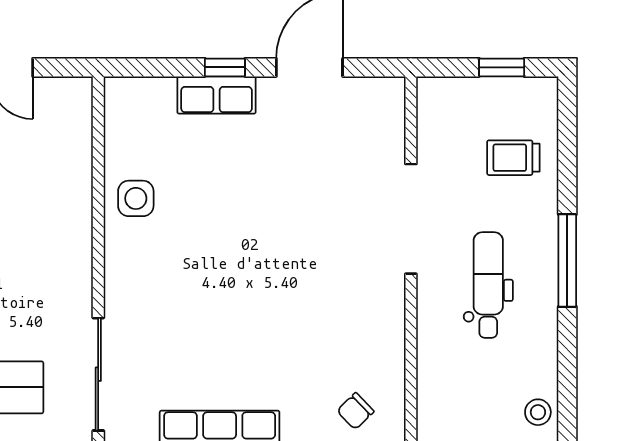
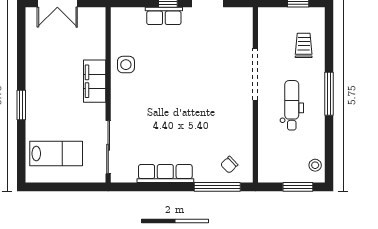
trolley: (513, 158) -> (304, 45), turned 90
filing cabinet: (69, 234) -> (95, 81), added

